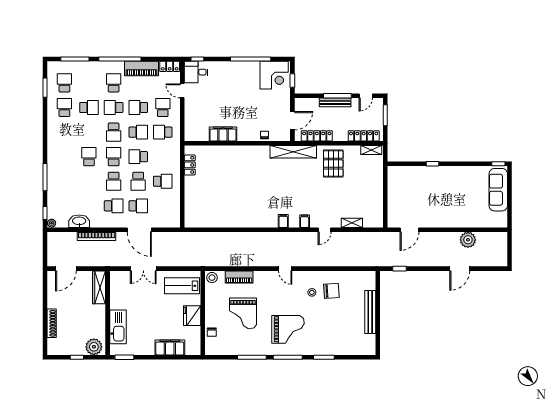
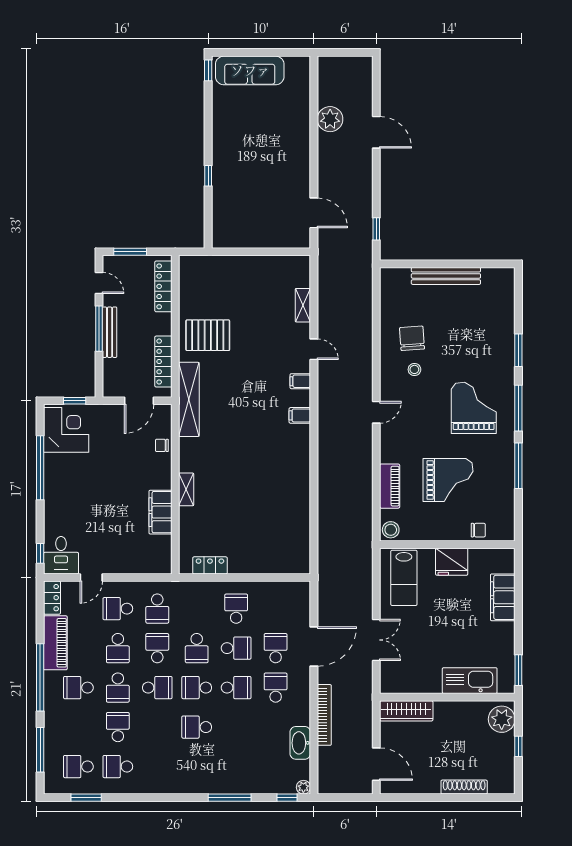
door: (292, 121) -> (139, 401), swing flipped
shelving: (371, 150) -> (186, 489), moved

